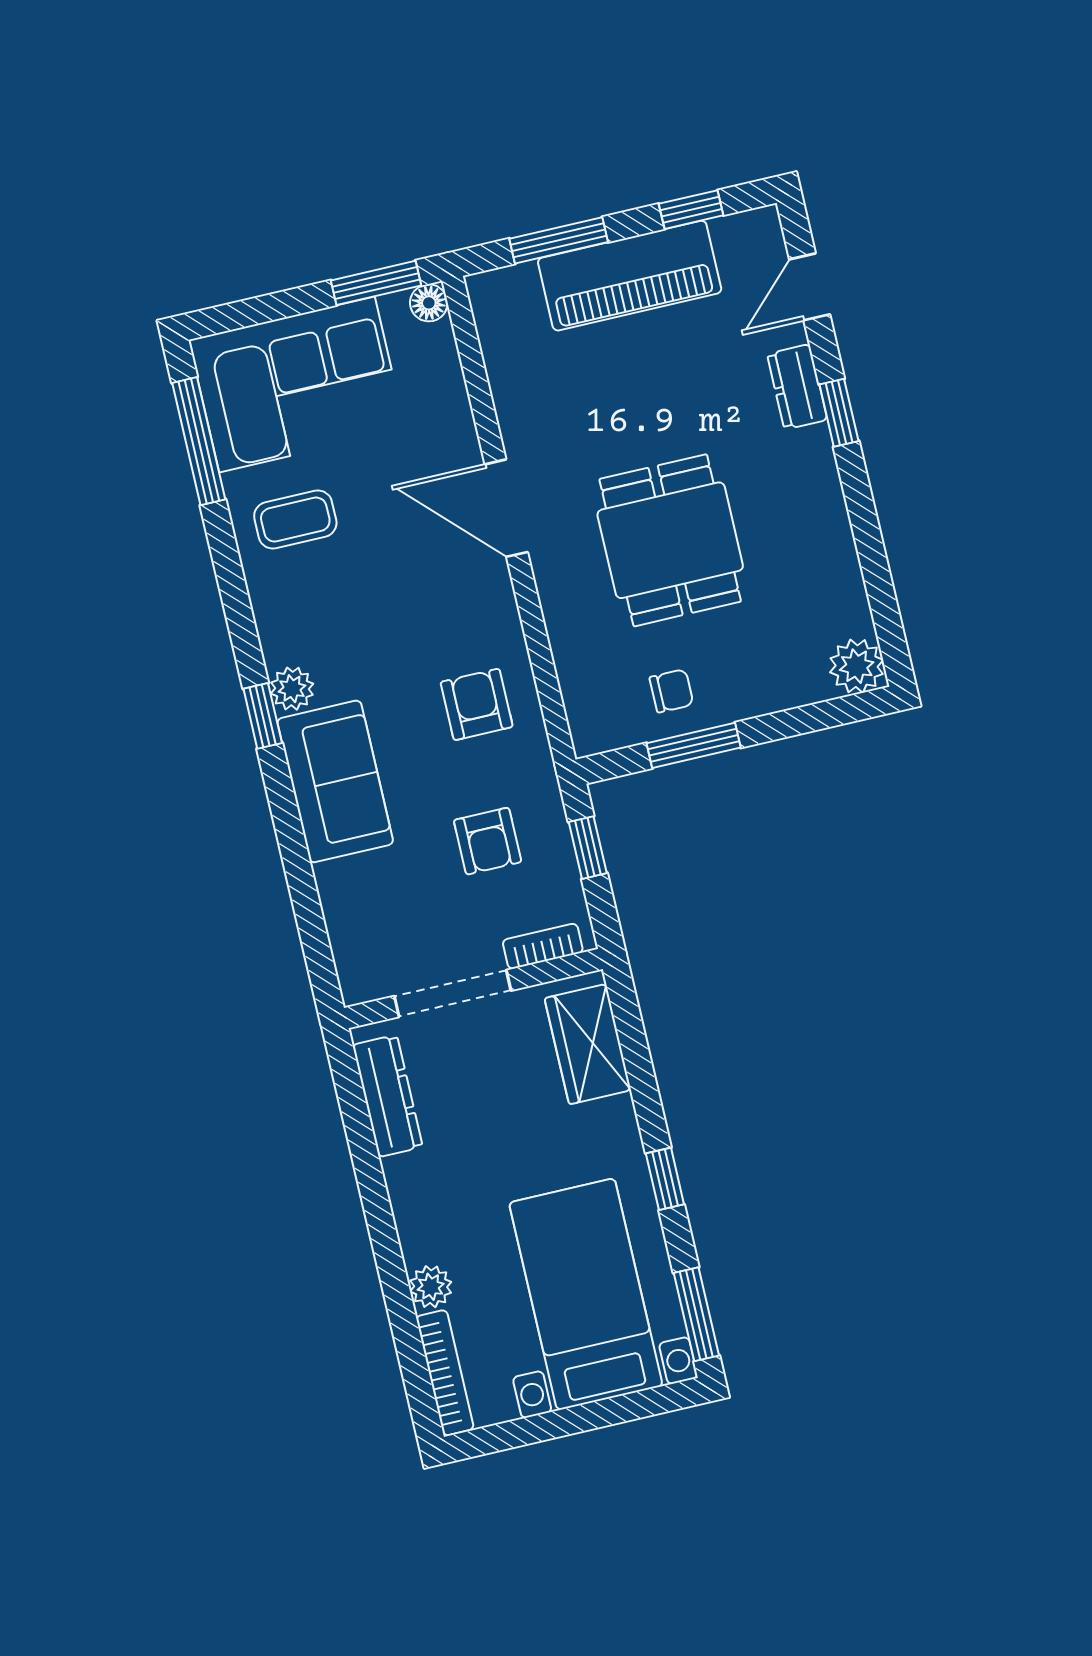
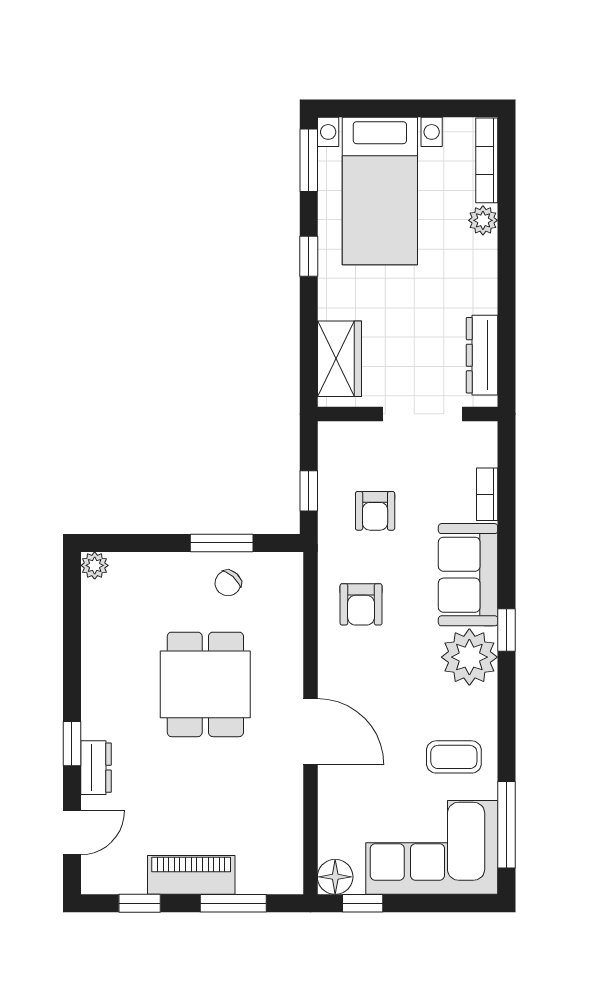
piano: (630, 276) -> (191, 875), width x0.73, depth x0.75
window: (376, 283) -> (363, 903), width x0.67
floor lamp: (429, 303) -> (335, 877), width x1.37, depth x1.37
plant: (857, 666) -> (95, 565), width x0.73, depth x0.73
plant: (292, 689) -> (469, 657), width x1.87, depth x1.87
chair: (671, 691) -> (228, 583), turned -48
armchair: (488, 841) -> (375, 511), turned 180
bookcase: (543, 946) -> (487, 494), moved, turned 90

